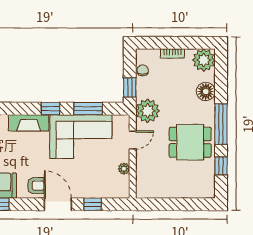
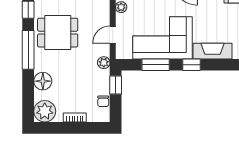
plant: (148, 111) -> (104, 63), width x0.53, depth x0.53

